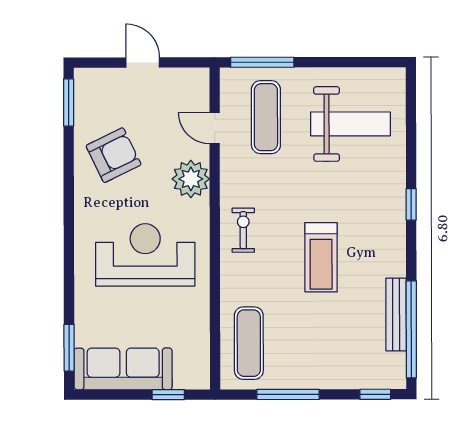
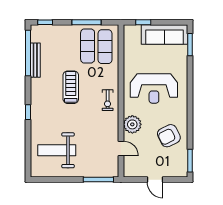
exercise mat: (266, 117) -> (88, 46), moved

